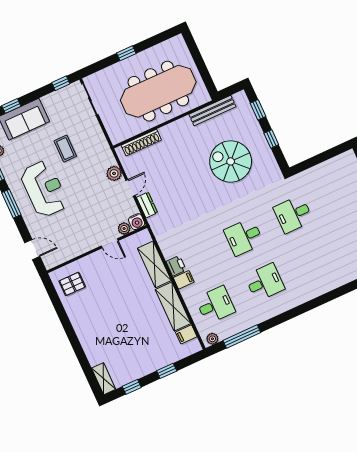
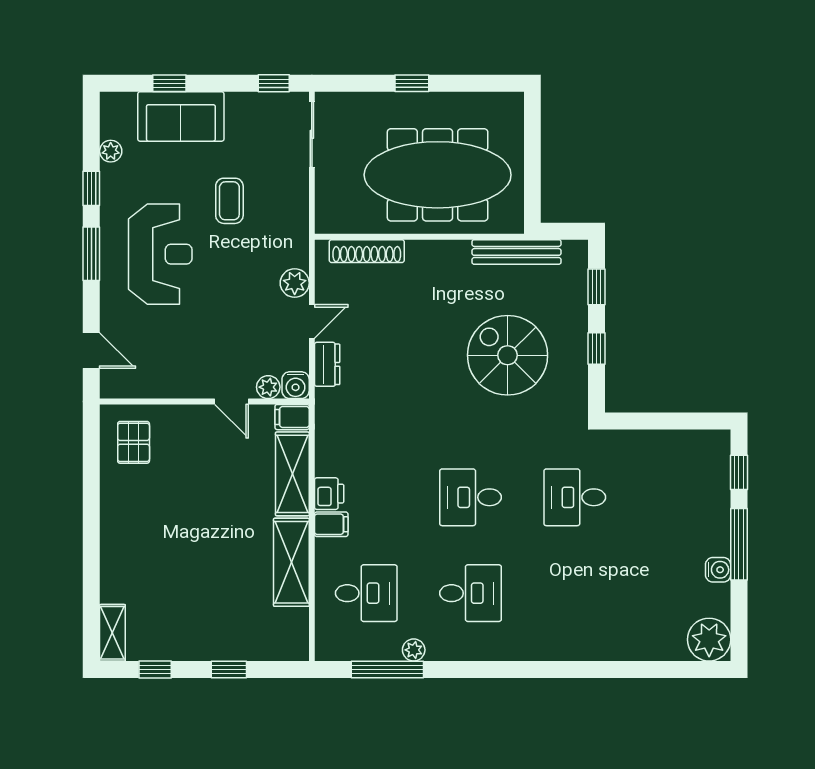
pallet: (72, 284) -> (134, 442), turned 90
filing cabinet: (186, 334) -> (292, 417), moved
plant: (212, 339) -> (414, 650), moved

